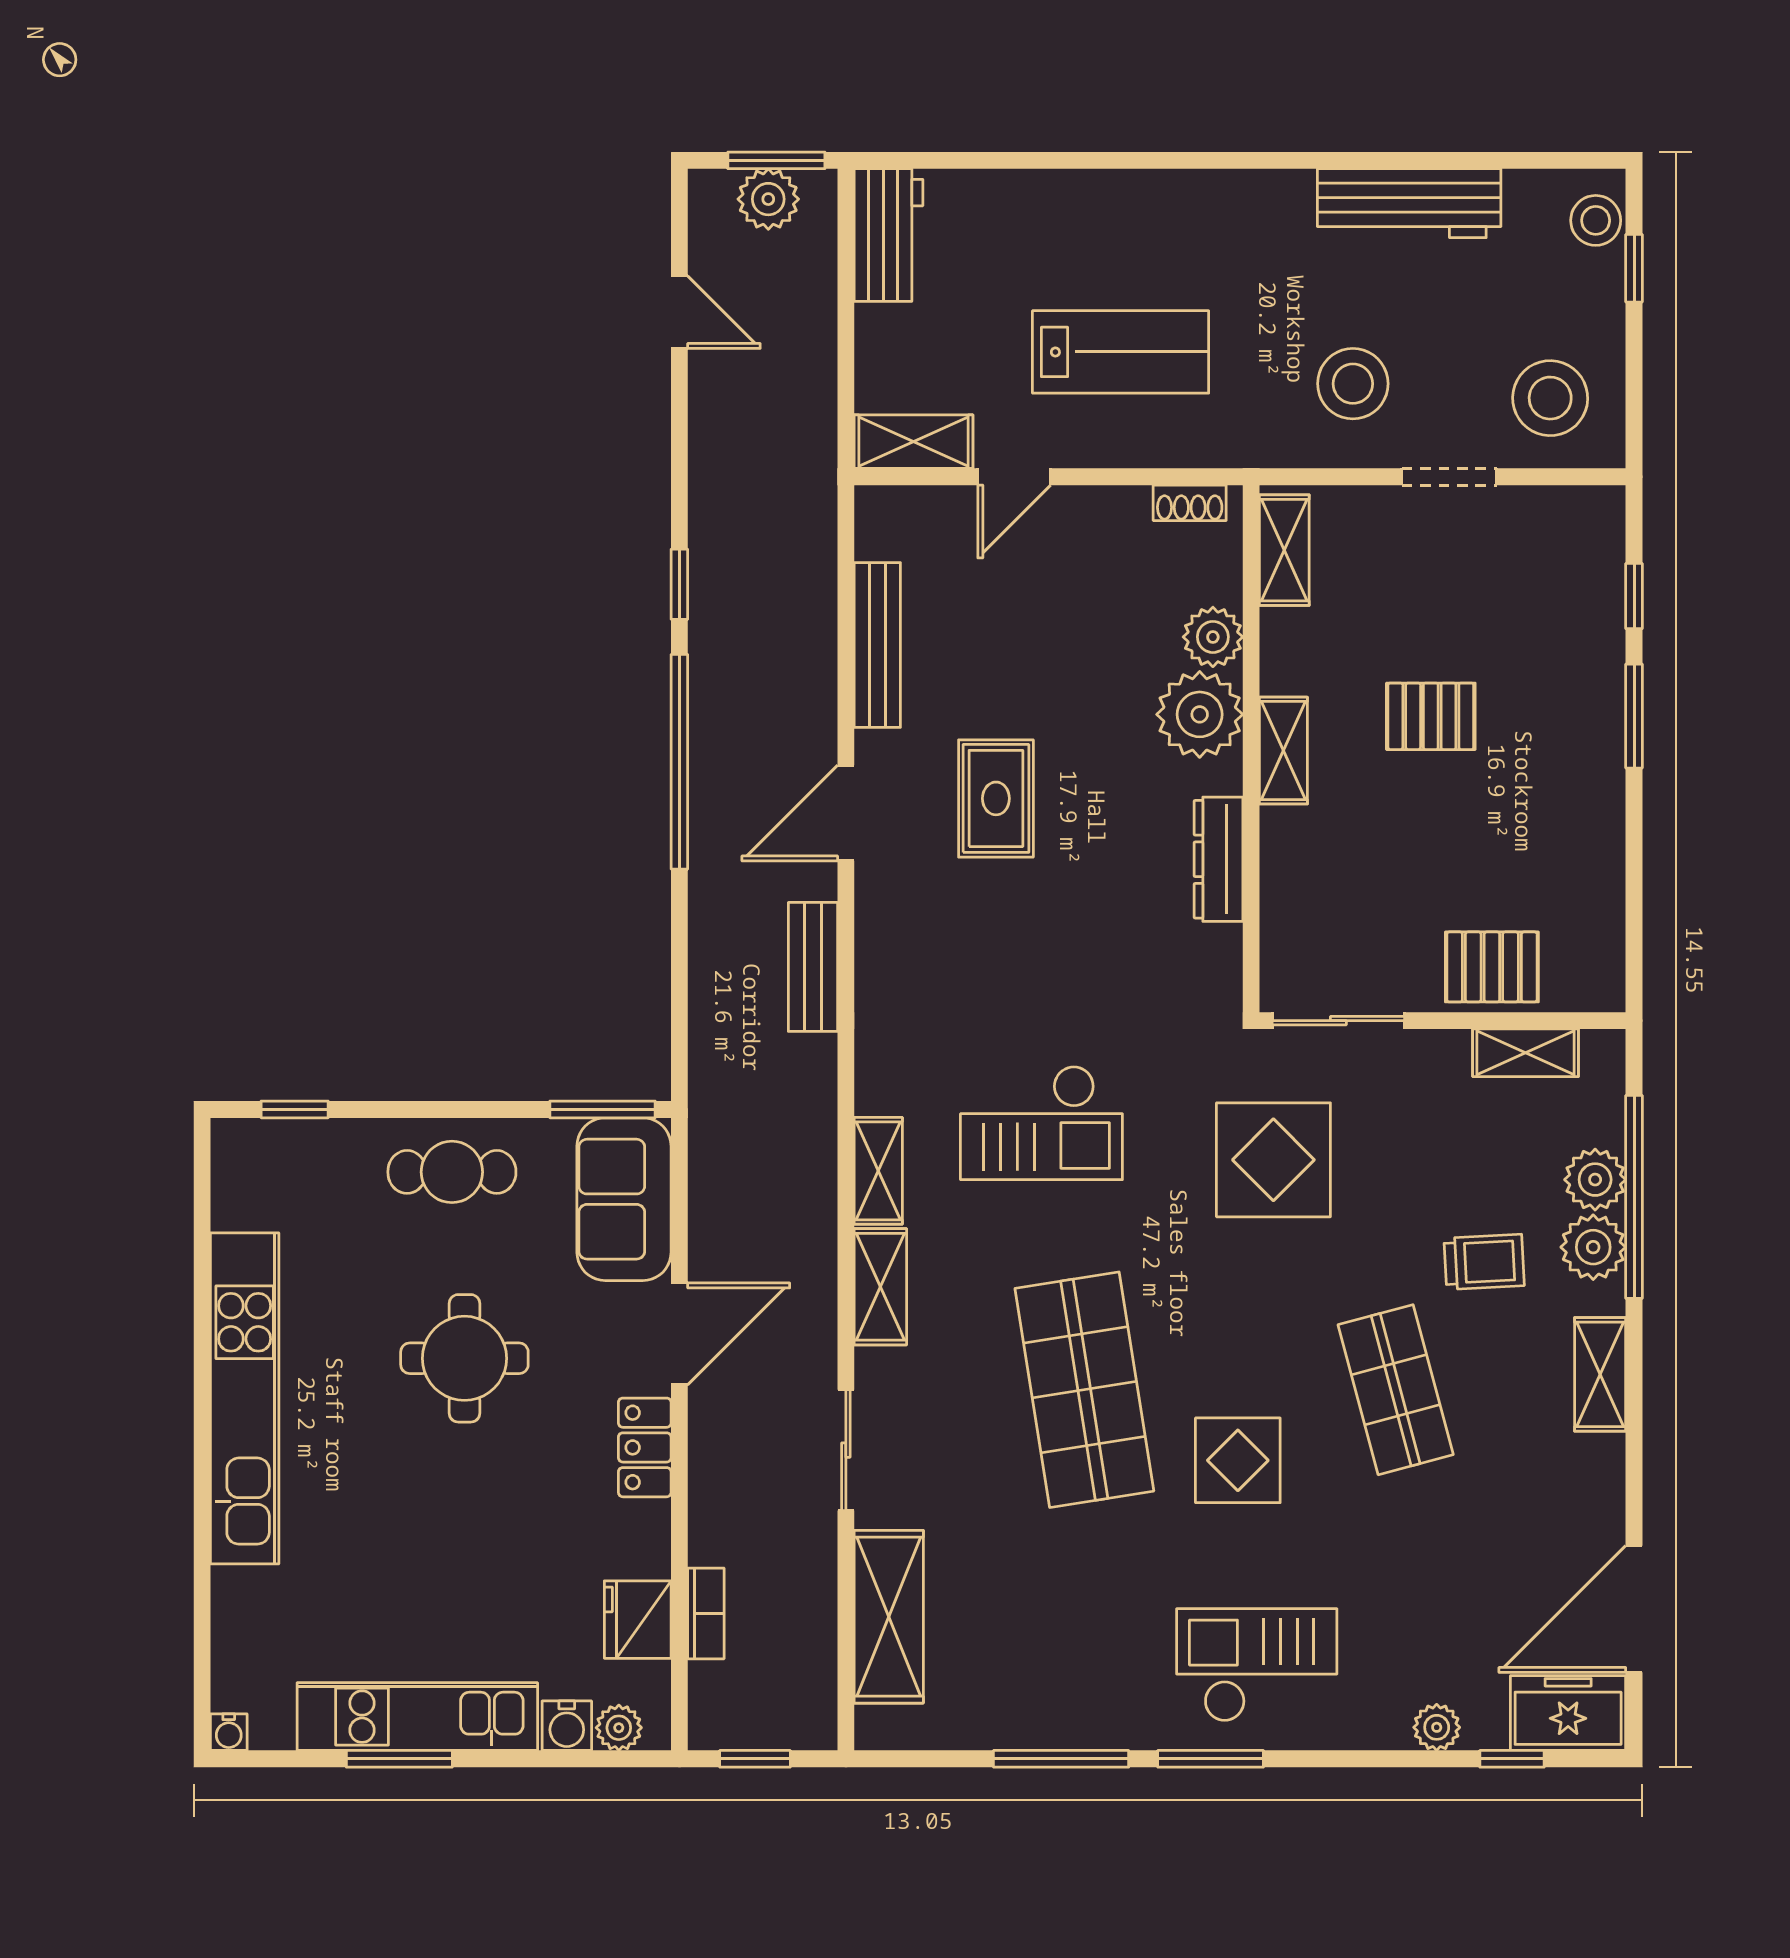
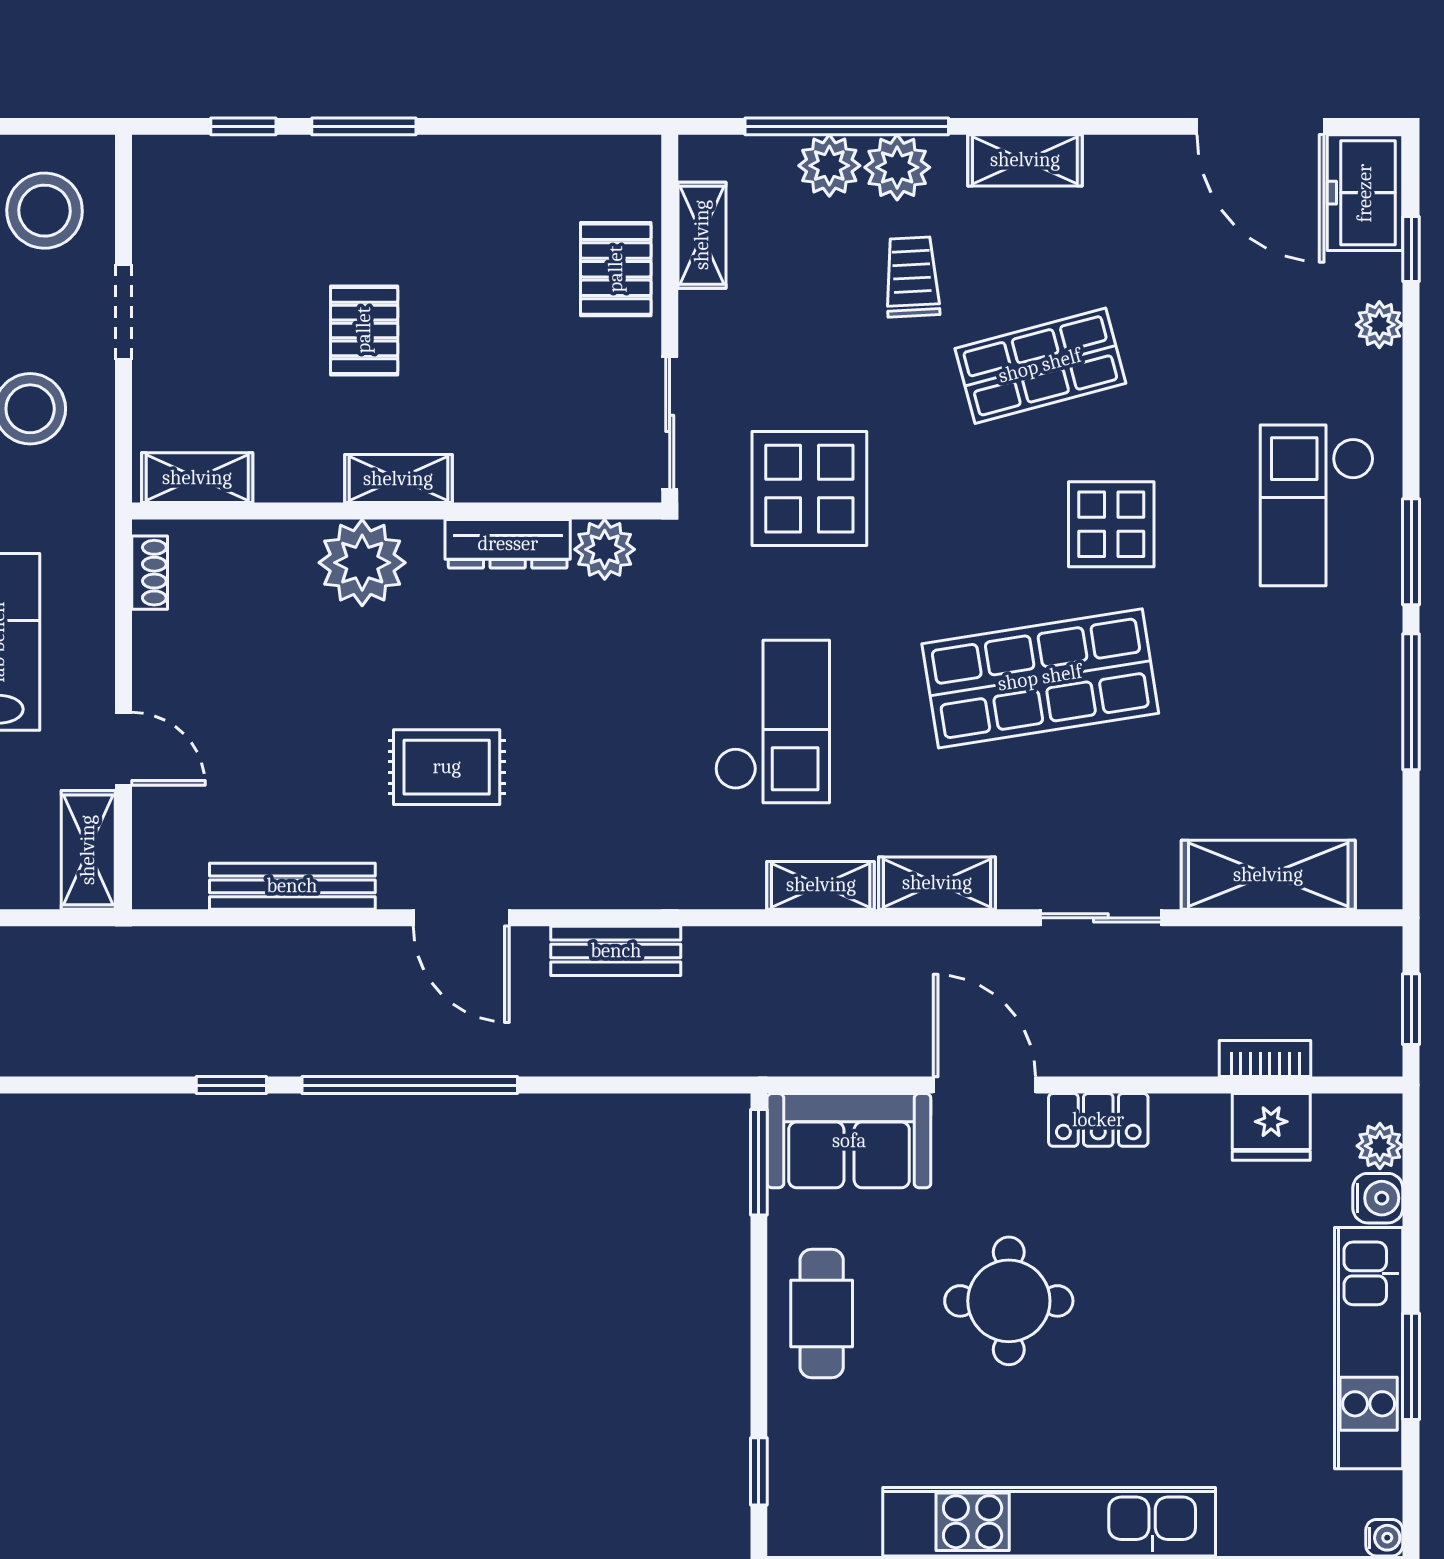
plant: (1213, 637) -> (605, 549), moved

